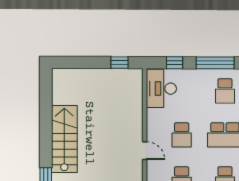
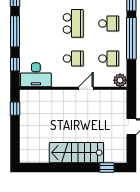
school desk: (225, 91) -> (38, 23), removed

